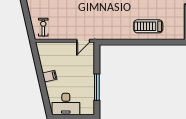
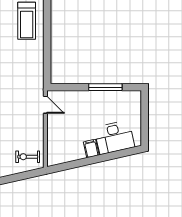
desk: (66, 104) -> (114, 137), moved, turned 77

